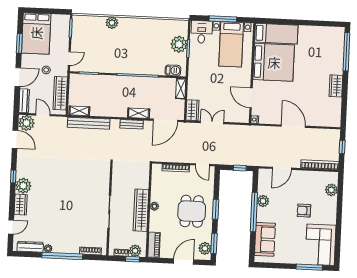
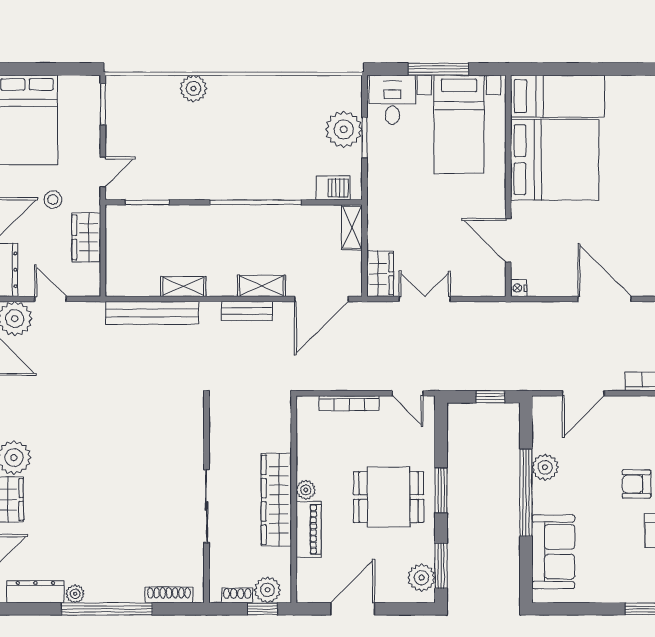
wardrobe: (60, 93) -> (86, 237), width x0.67
shelving: (79, 111) -> (183, 286), moved
dining table: (192, 211) -> (389, 497), turned 90
piano: (154, 245) -> (309, 529), moved
door: (184, 261) -> (353, 609), moved

